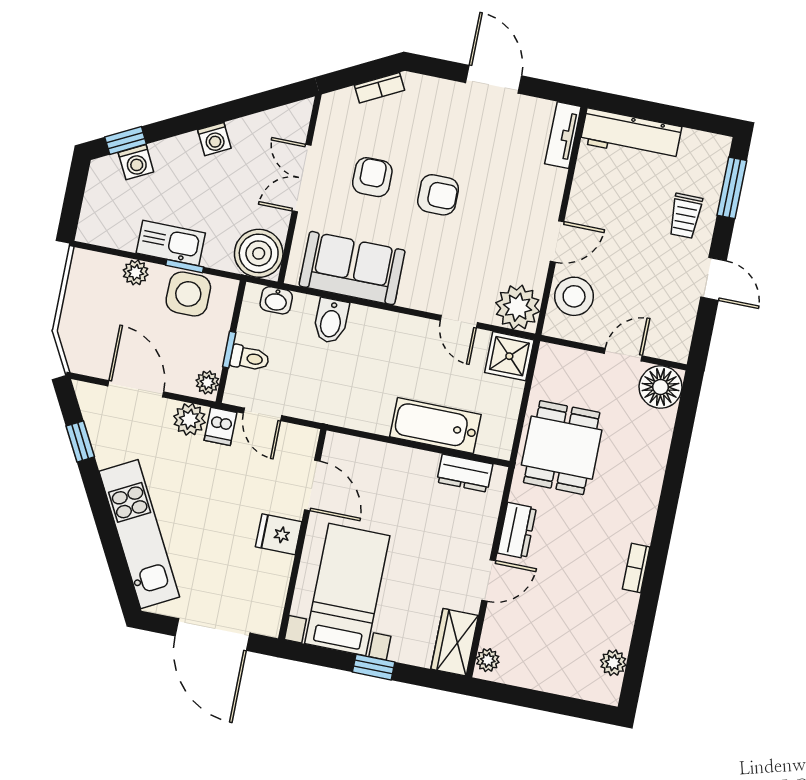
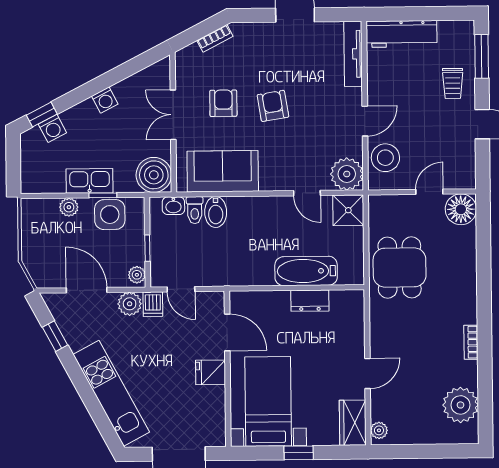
tv unit: (563, 135) -> (353, 54), width x1.41
armchair: (438, 195) -> (273, 106), turned -99
toilet: (250, 358) -> (195, 210), moved, turned 90
dresser: (465, 473) -> (310, 301), moved
dresser: (517, 530) -> (380, 333), removed
plant: (613, 663) -> (461, 405), width x1.88, depth x1.88

